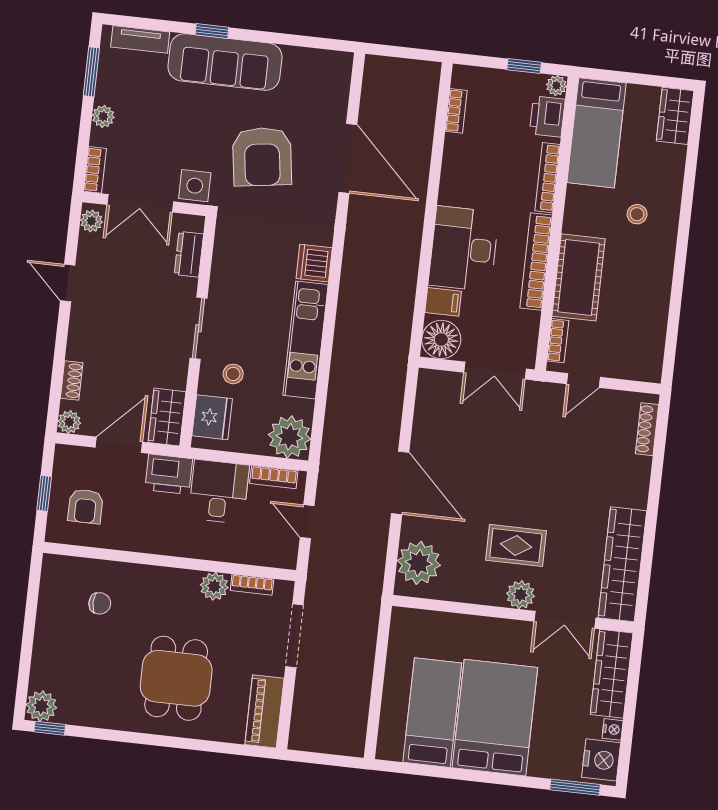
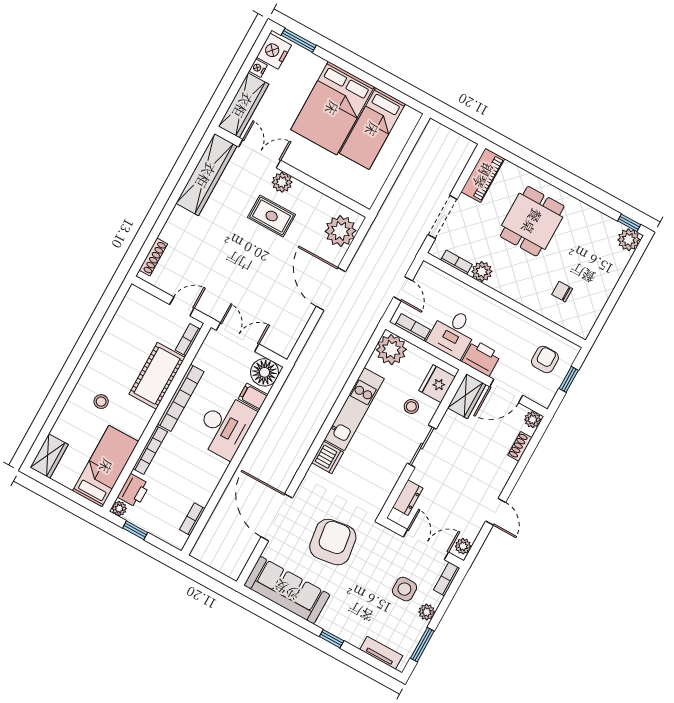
sofa: (225, 62) -> (287, 590), moved
side table: (195, 186) -> (404, 589), moved

